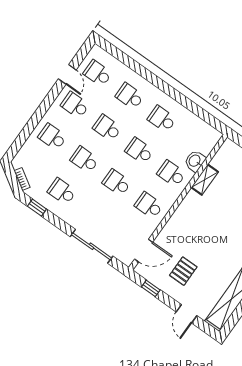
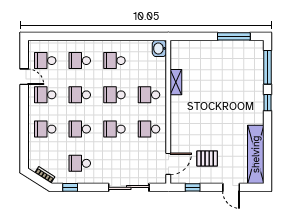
washbasin: (195, 161) -> (159, 48), moved
pallet: (183, 271) -> (207, 159), turned 90

